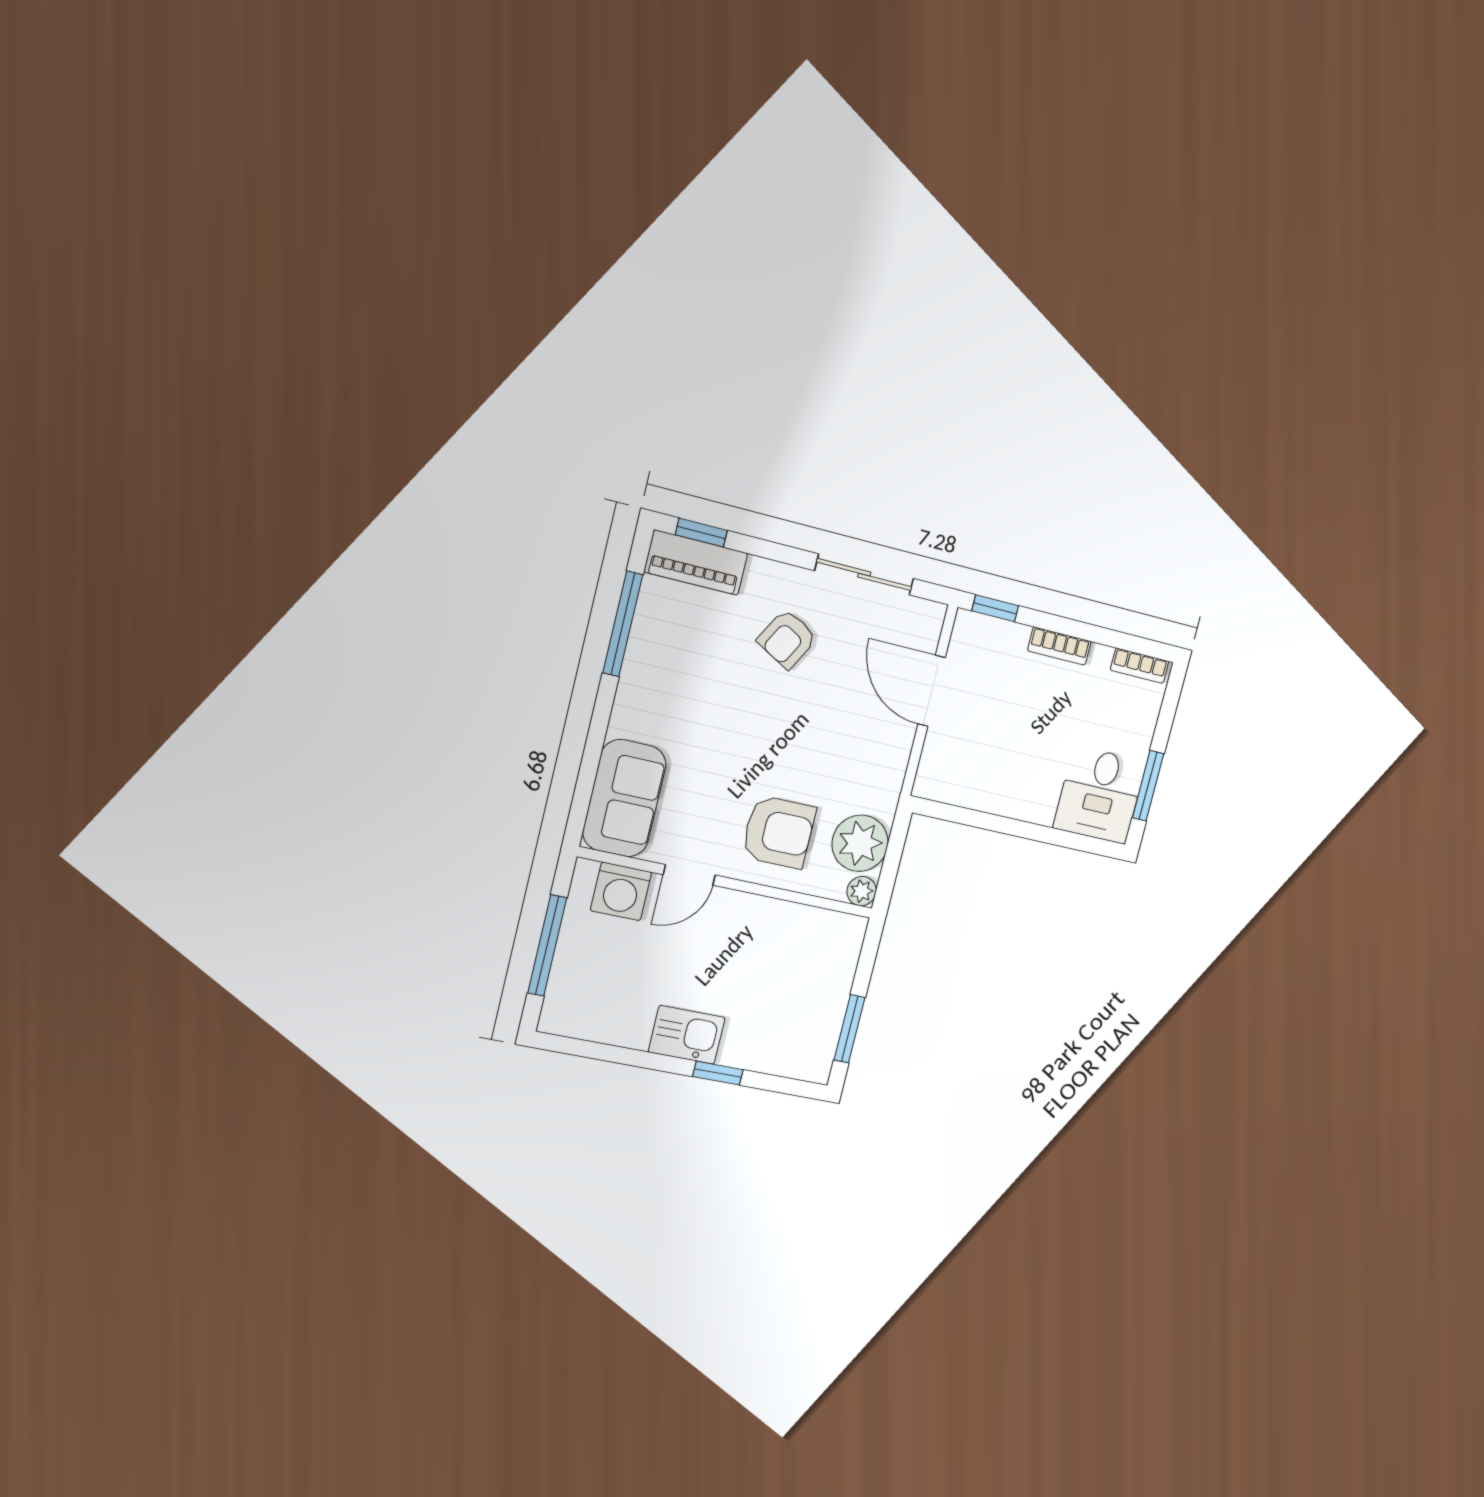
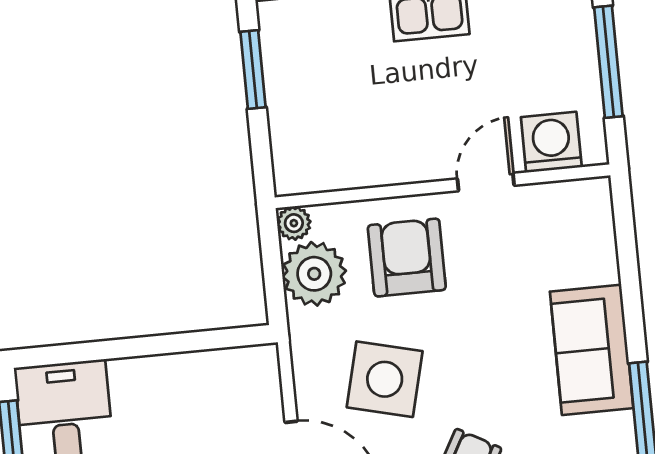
side table: (833, 734) -> (385, 379), added
sofa: (624, 798) -> (592, 350), moved
armchair: (778, 832) -> (407, 258), turned 90

